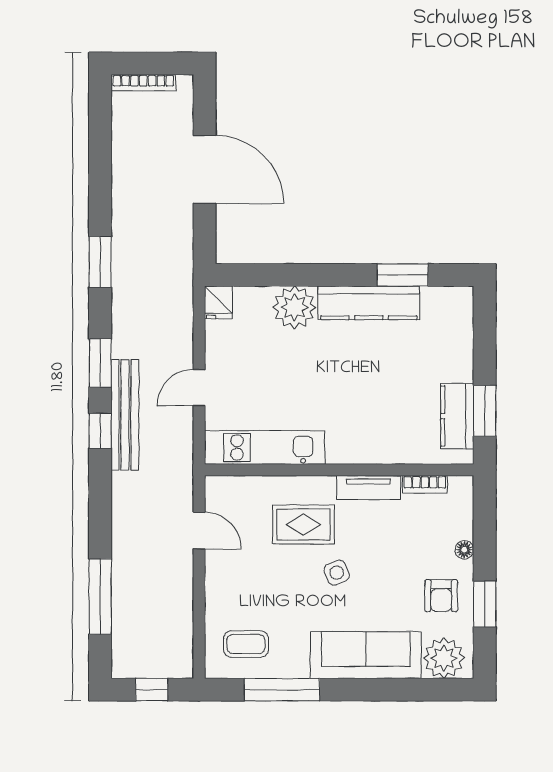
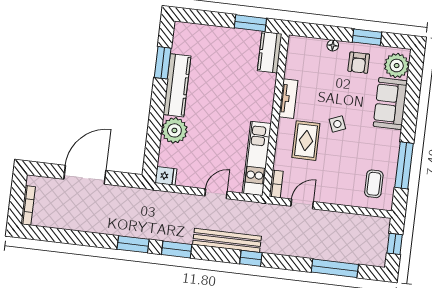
window: (100, 363) -> (177, 249), moved
door: (199, 388) -> (216, 194), swing flipped
kitchen counter: (457, 416) -> (270, 52), moved, turned 90
window: (100, 431) -> (251, 258), moved
bookcase: (425, 484) -> (276, 184), moved
armchair: (441, 596) -> (359, 63), turned 90
sofa: (366, 655) -> (390, 104), width x0.73

